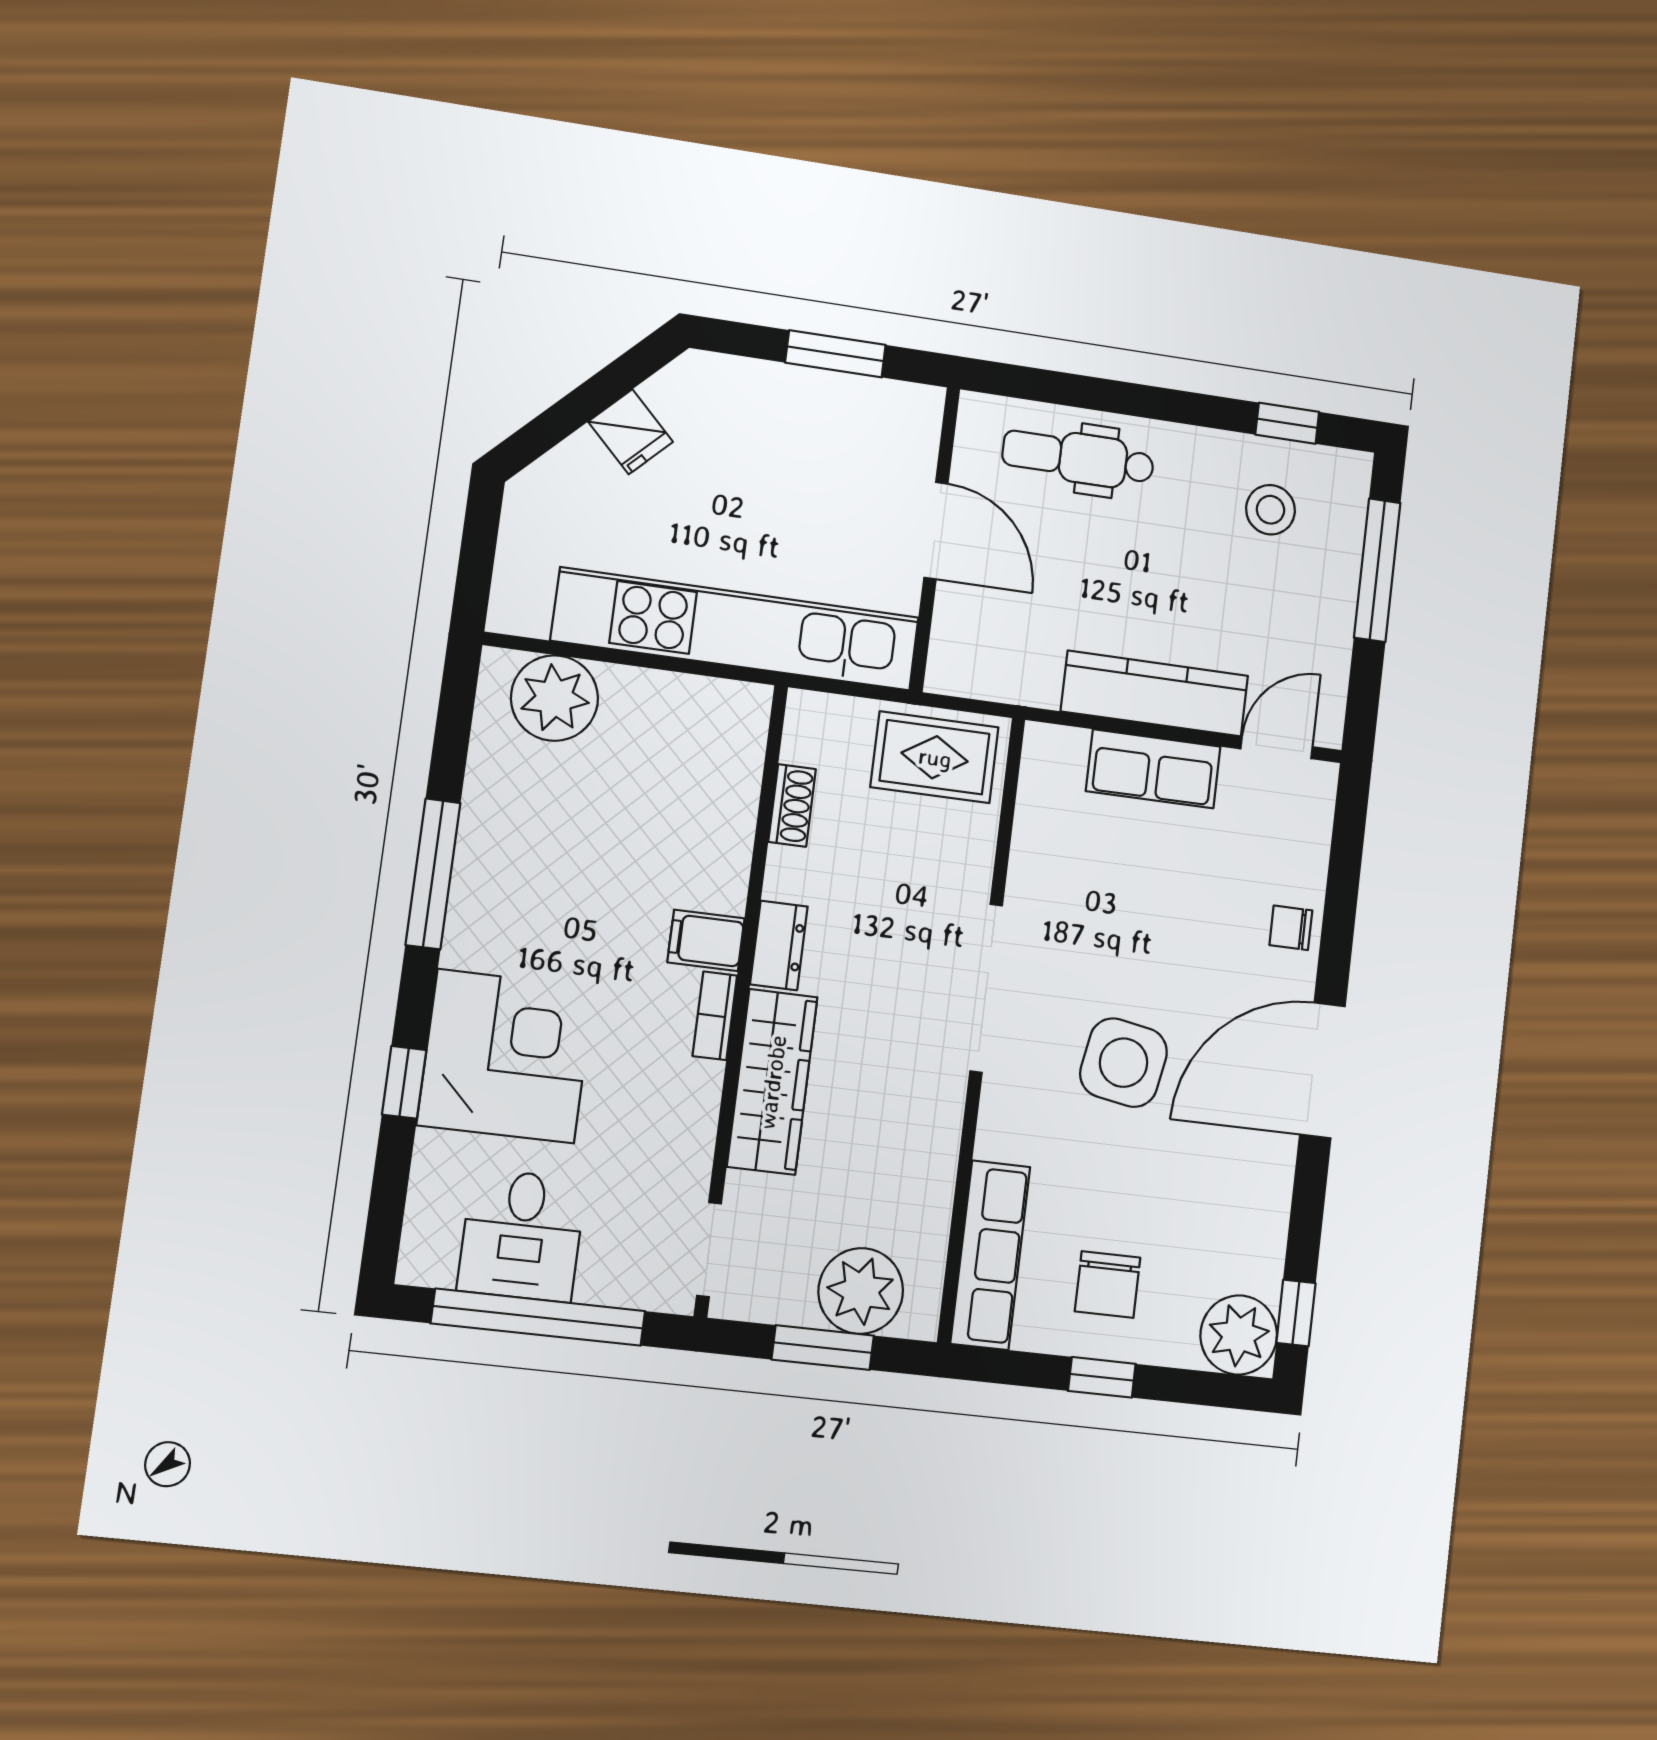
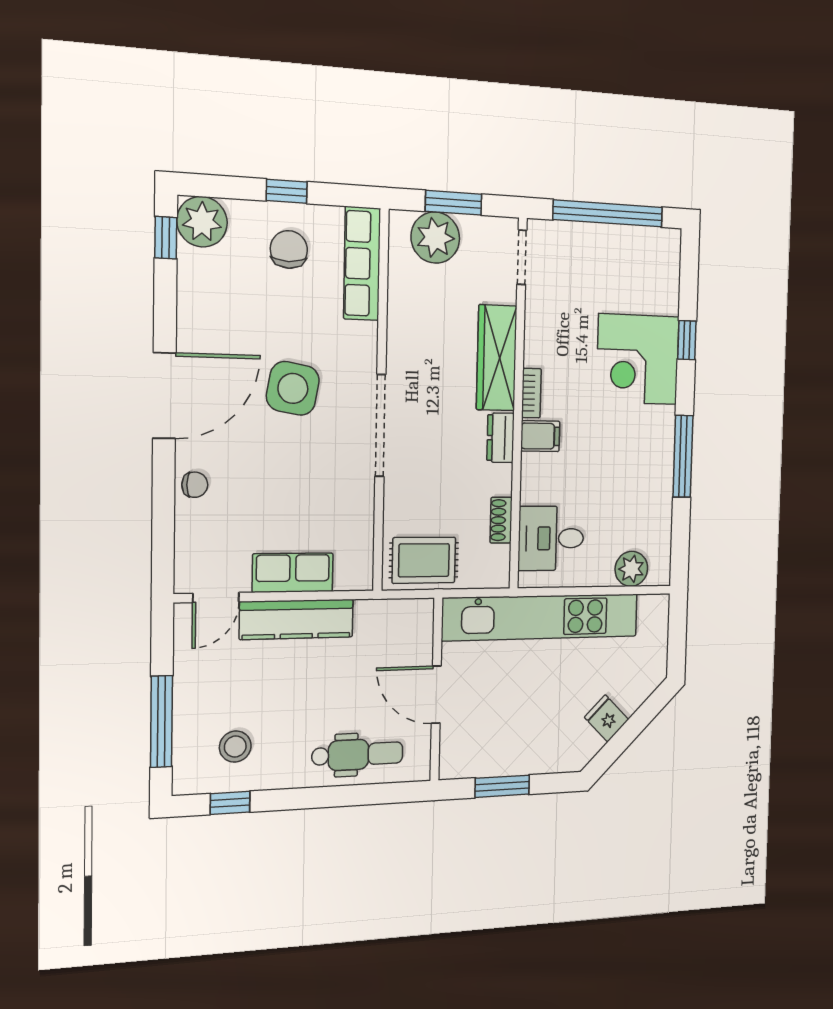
plant: (554, 698) -> (631, 569), width x0.73, depth x0.73
desk: (522, 1235) -> (551, 538), moved, turned -90

